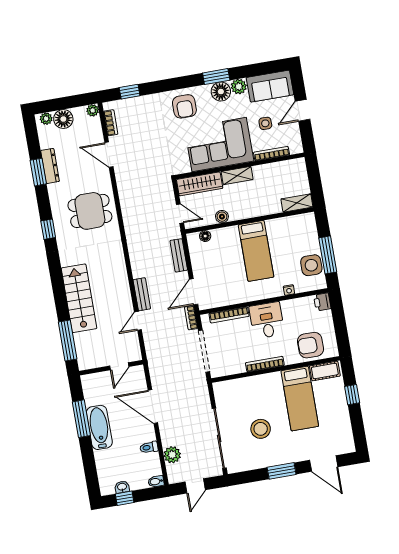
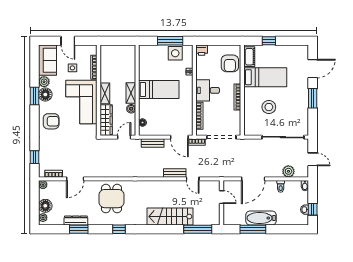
shelving: (297, 203) -> (131, 93), moved
stool: (261, 429) -> (269, 107), moved

